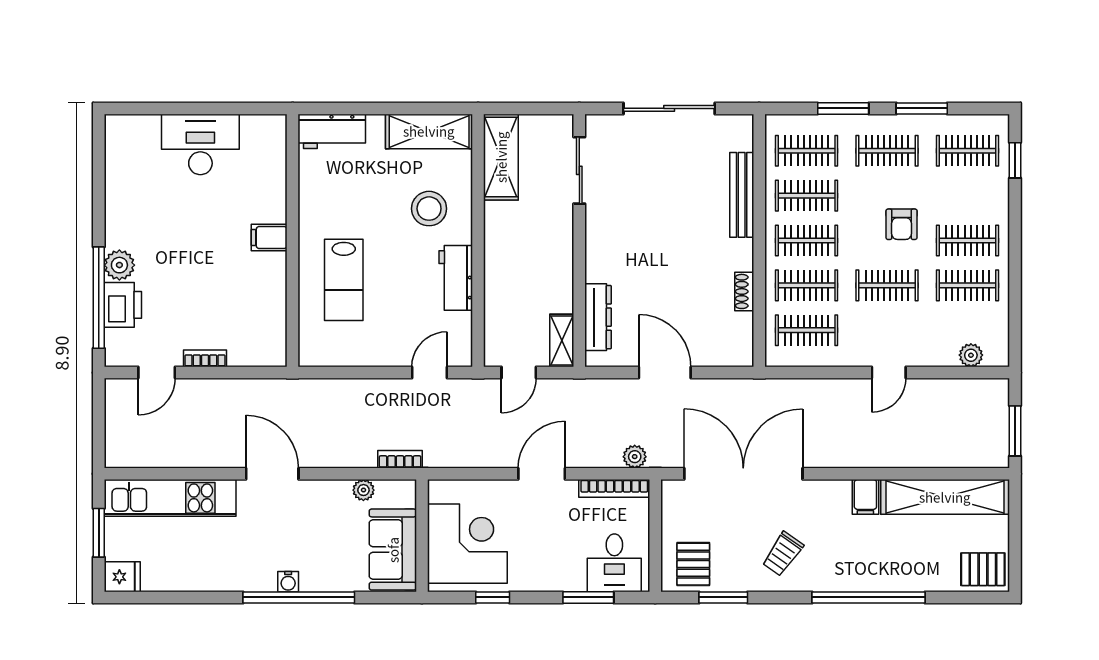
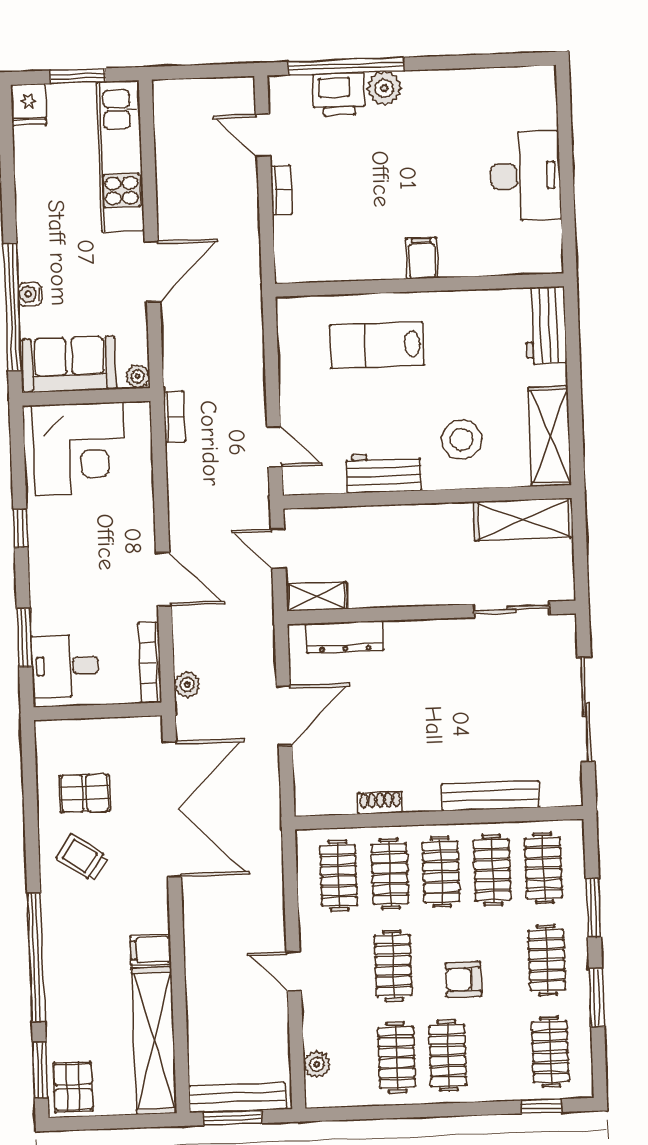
bench: (998, 426) -> (237, 1098), added
wall: (422, 536) -> (86, 397), moved
corner desk: (467, 544) -> (79, 449), moved
sofa: (393, 550) -> (69, 364), moved
pallet: (693, 564) -> (85, 793), moved
window: (723, 597) -> (40, 1070), moved

